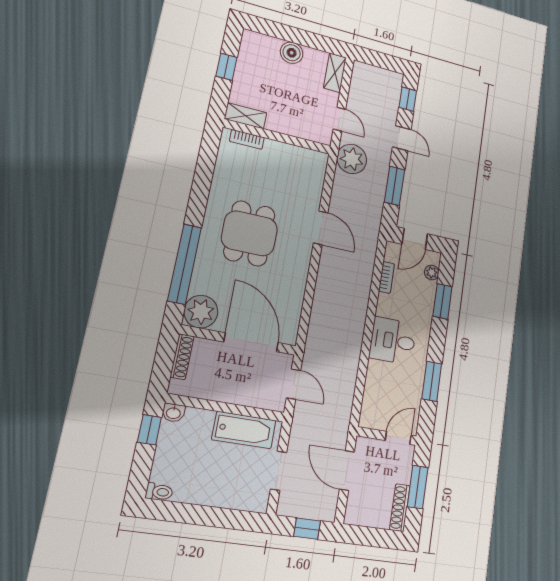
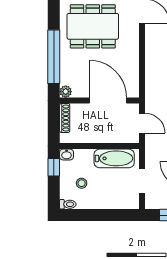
dining table: (249, 233) -> (93, 26), width x1.38
plant: (201, 312) -> (66, 92), width x0.53, depth x0.53
stool: (188, 461) -> (82, 183), added

